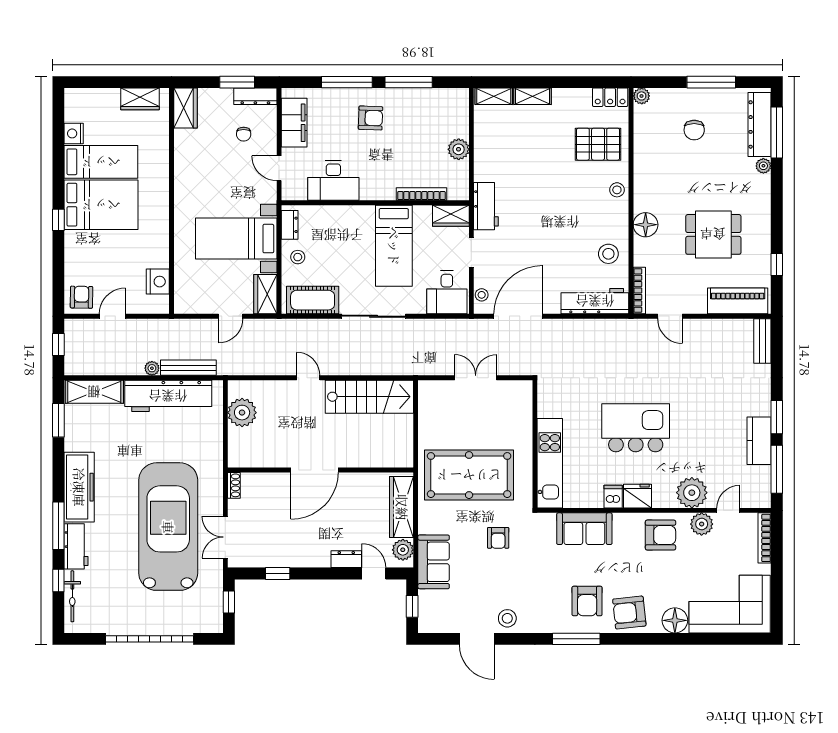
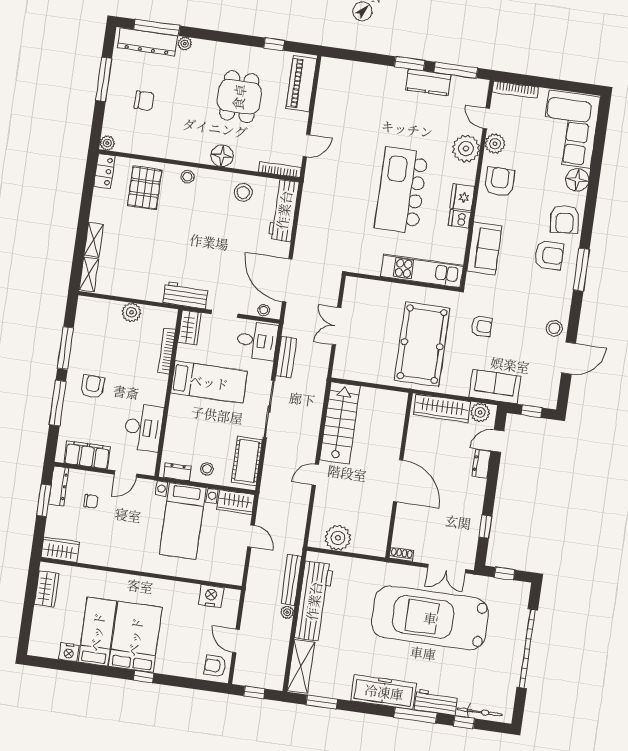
bench: (762, 341) -> (286, 357), moved, turned 90
kitchen island: (636, 428) -> (401, 190), width x1.37

